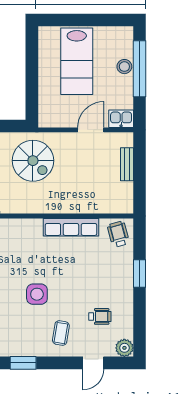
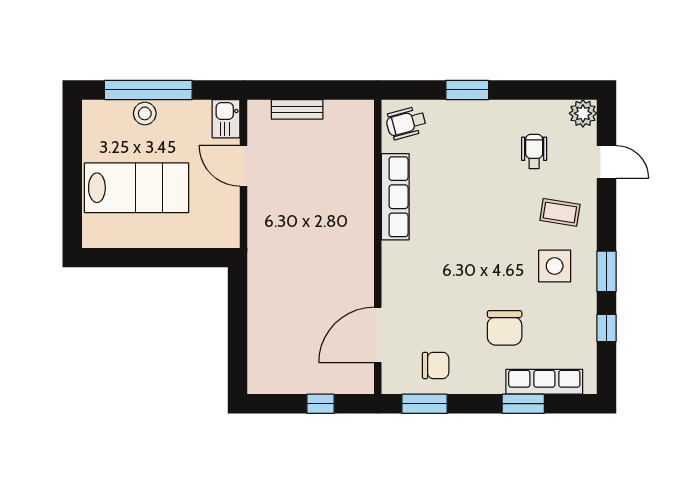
spiral stairs: (33, 161) -> (291, 256), removed
side table: (37, 294) -> (555, 266), moved

